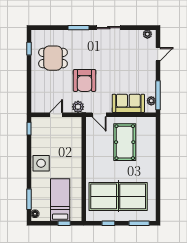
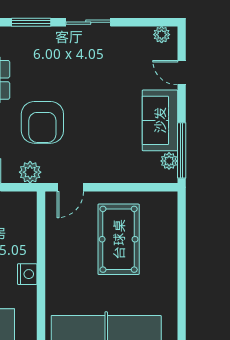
door: (158, 54) -> (182, 73), swing flipped
sofa: (128, 103) -> (160, 120), moved, turned -90
door: (99, 115) -> (70, 187), hinge flipped
nightstand: (77, 161) -> (27, 274), added

